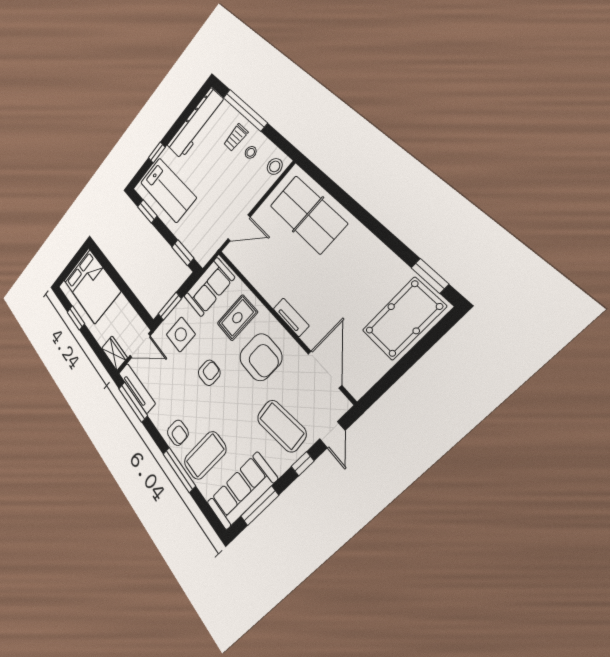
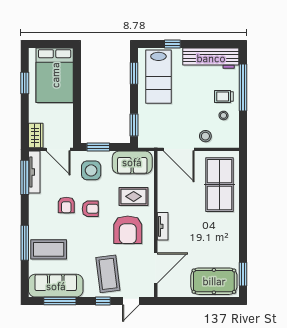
stool: (275, 166) -> (205, 136), moved
door: (239, 228) -> (179, 149), width x1.36
armchair: (178, 433) -> (66, 205), moved

